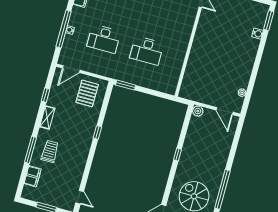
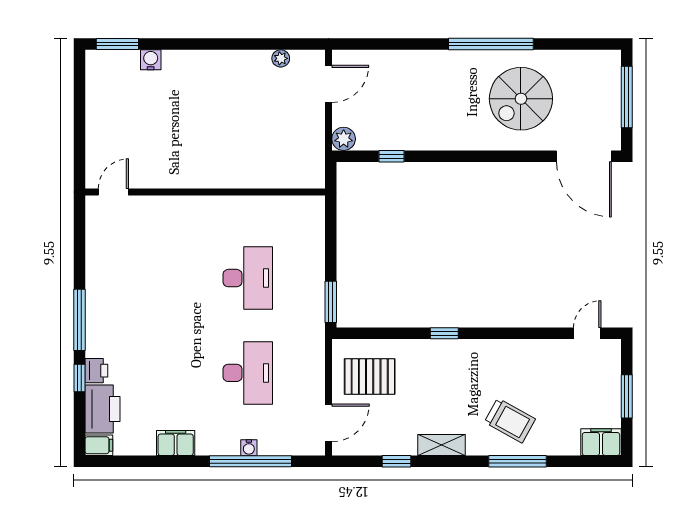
door: (71, 69) -> (329, 423), hinge flipped
trolley: (50, 151) -> (510, 421), turned -151
window: (177, 155) -> (392, 156), moved
filing cabinet: (33, 176) -> (601, 442), moved

